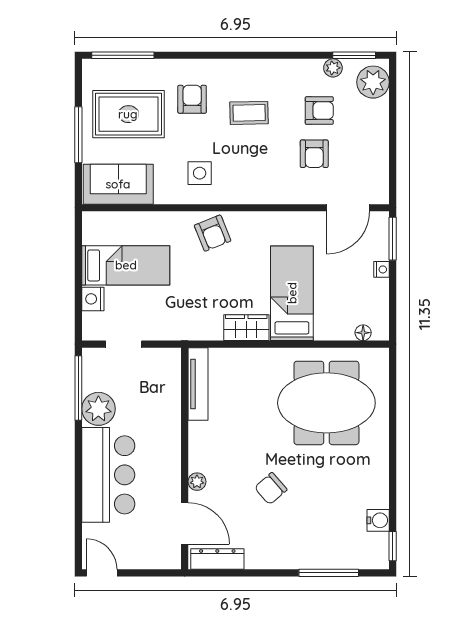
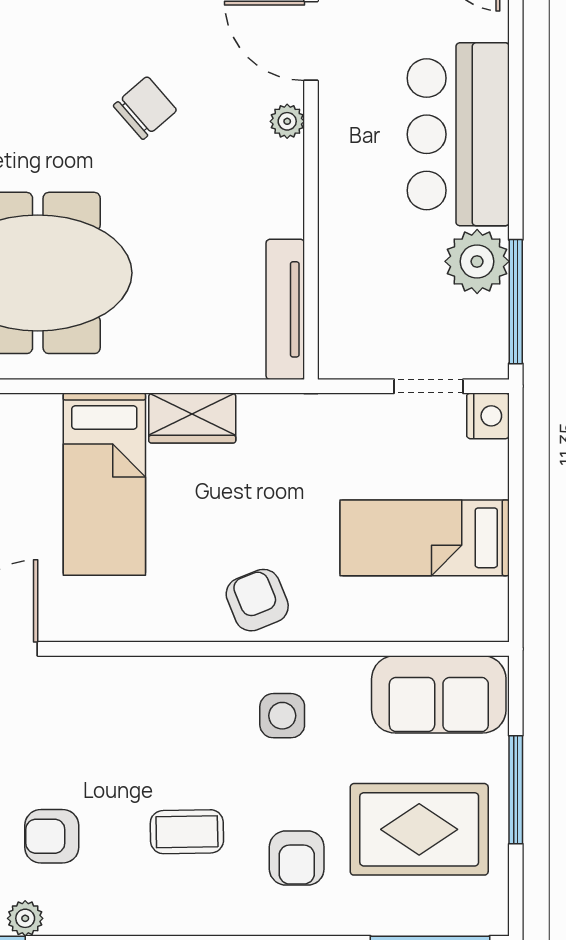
armchair: (314, 154) -> (61, 753), removed
nightstand: (93, 299) -> (488, 416), moved

